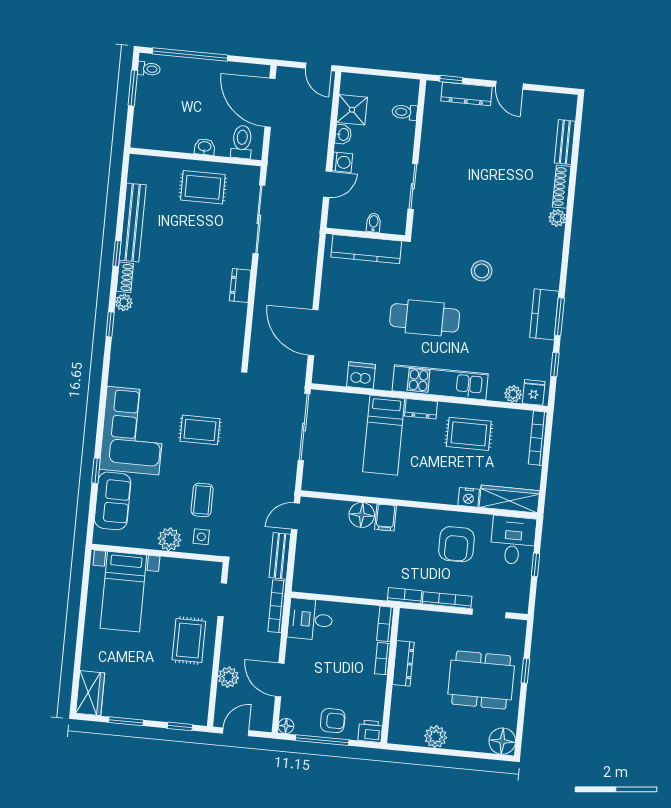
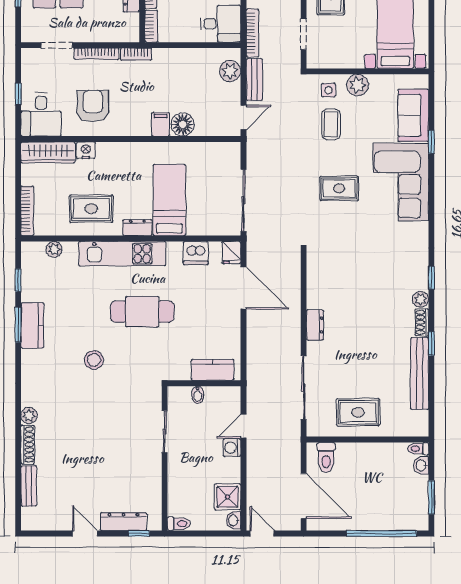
toilet: (149, 69) -> (418, 449), moved
toilet: (405, 112) -> (179, 524), moved
washbasin: (343, 134) -> (234, 520), moved
washbasin: (205, 147) -> (421, 465), moved, turned 90
kitchen counter: (366, 249) -> (213, 370), width x0.67
fridge: (534, 392) -> (231, 253), moved
plant: (305, 567) -> (230, 71), added

